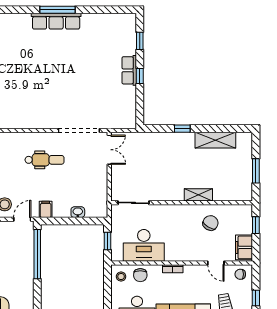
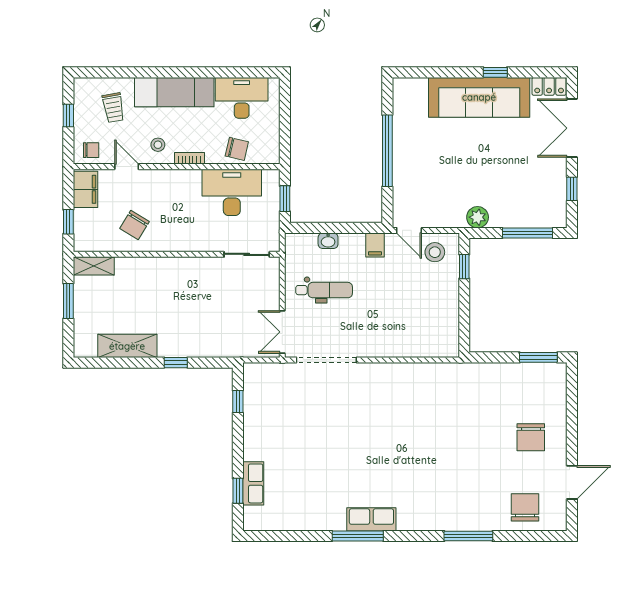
row of seats: (56, 21) -> (371, 519), width x0.68
row of seats: (129, 70) -> (253, 483), moved
window: (140, 76) -> (238, 402), moved
dental chair: (45, 160) -> (324, 290), moved, turned 180
shelving: (198, 195) -> (94, 266), moved
door: (22, 219) -> (409, 230), hinge flipped
window: (37, 254) -> (387, 151), moved
chair: (140, 275) -> (237, 149), turned 103
stool: (121, 277) -> (158, 145), moved

